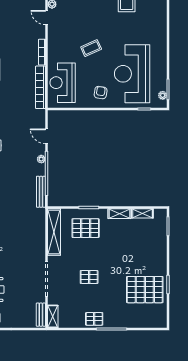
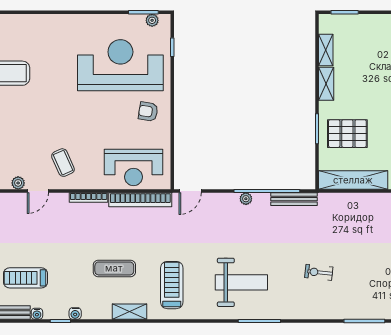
coffee table: (91, 48) -> (63, 163), moved
reception desk: (132, 74) -> (120, 65), turned 180
door: (46, 136) -> (190, 191), moved
pallet: (86, 228) -> (347, 134), turned 90

